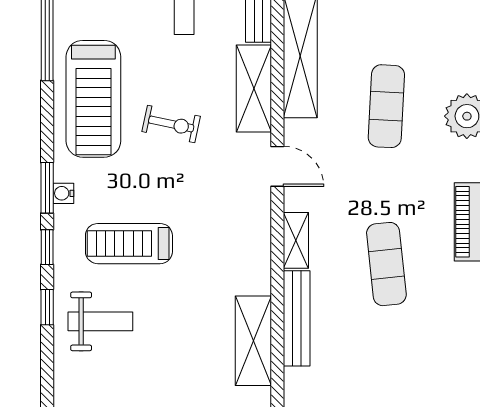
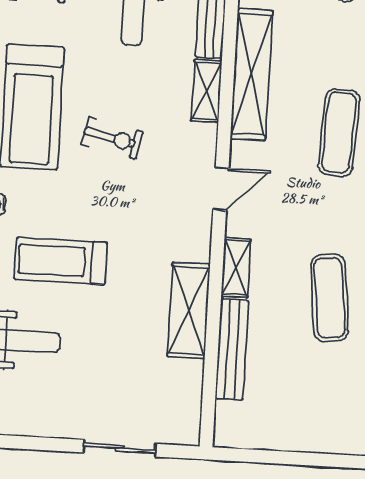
shelving: (254, 89) -> (207, 91), width x0.67, depth x0.75
door: (277, 166) -> (221, 189), hinge flipped
shelving: (253, 341) -> (189, 310), moved

